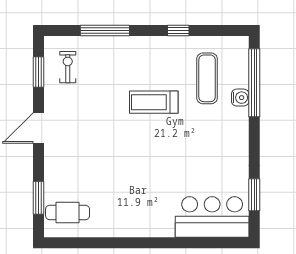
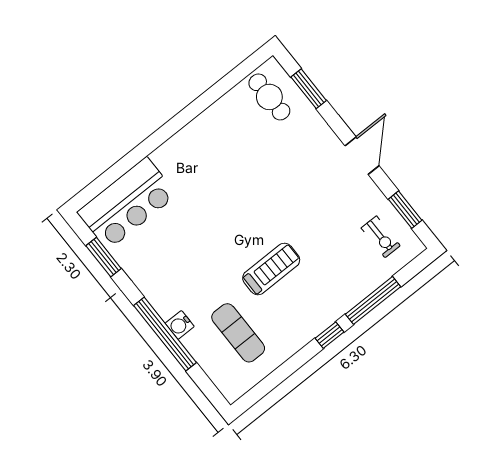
window: (178, 31) -> (330, 335), moved
window: (254, 83) -> (165, 334), moved
water cooler: (240, 98) -> (180, 325), moved
cafe table: (68, 212) -> (269, 97), turned 90

